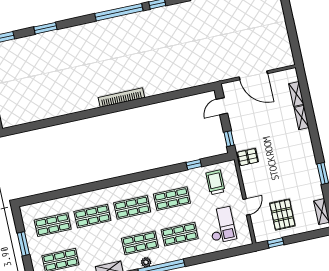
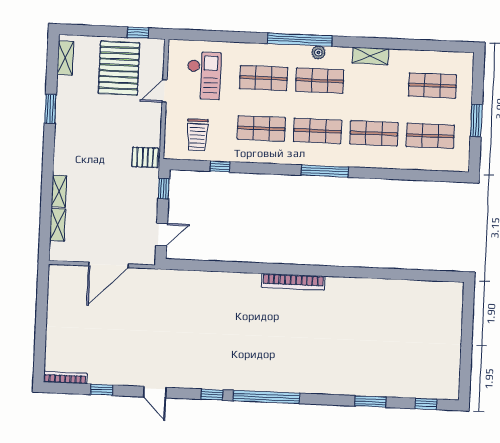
door: (253, 75) -> (109, 265), swing flipped
window: (120, 181) -> (325, 171), added
pallet: (282, 215) -> (119, 68), width x1.37, depth x1.41
checkout: (222, 225) -> (204, 76), turned 180

